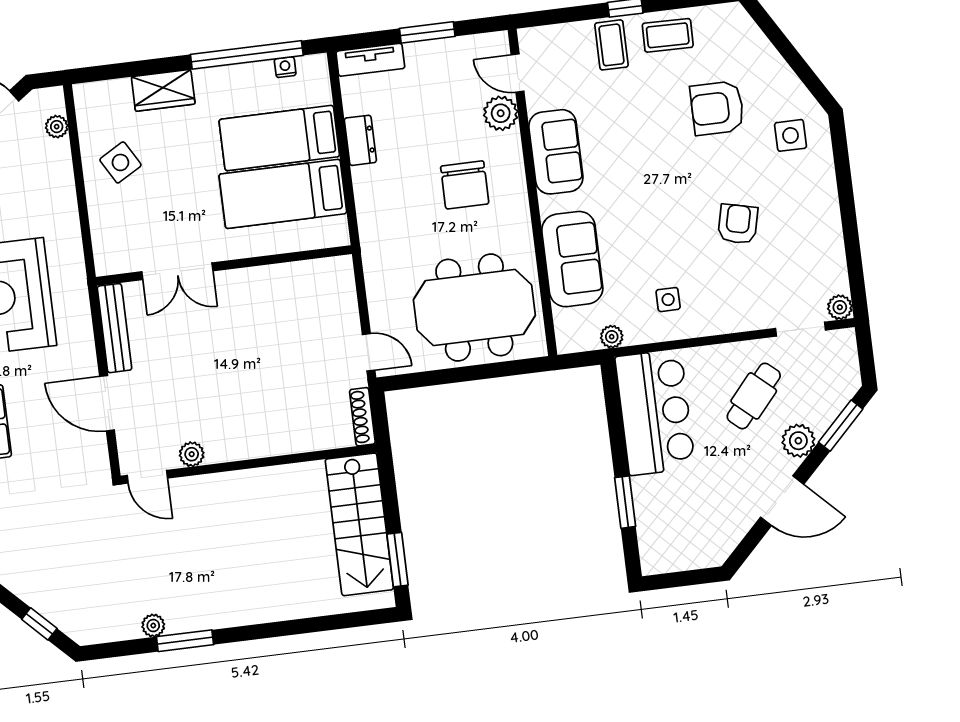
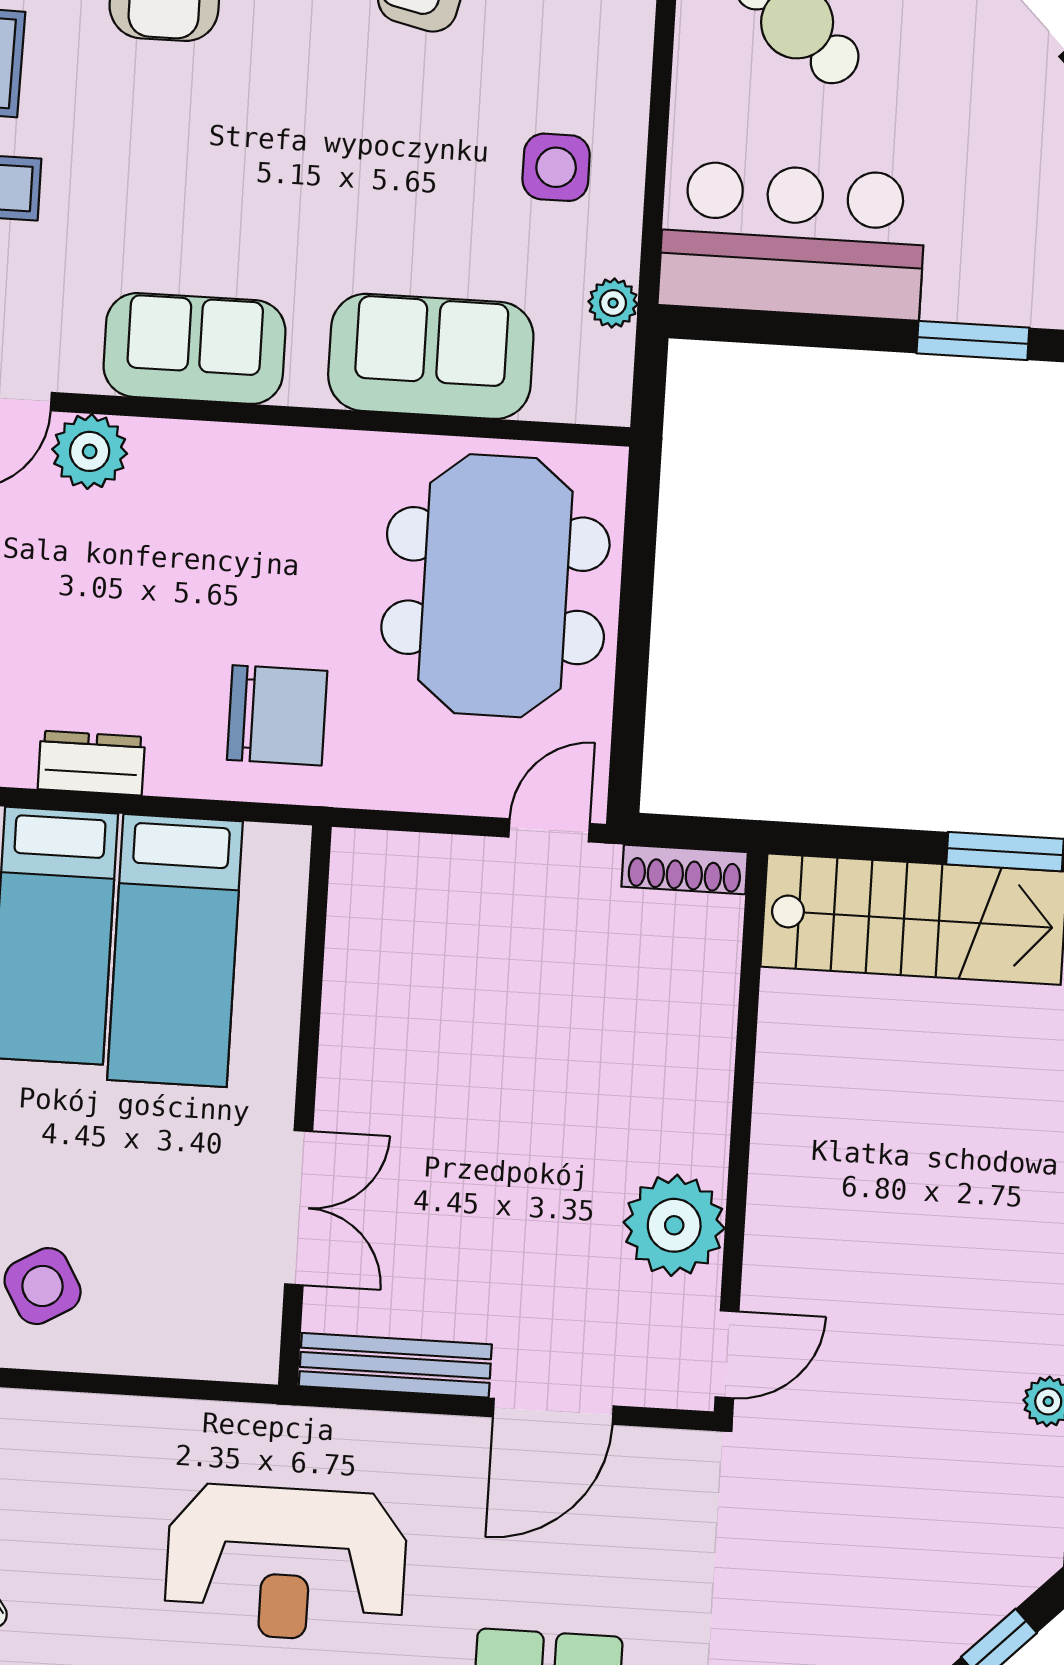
chair: (465, 185) -> (277, 715), moved
side table: (668, 300) -> (556, 167), width x1.37, depth x1.37
plant: (192, 454) -> (674, 1225), width x1.88, depth x1.88

